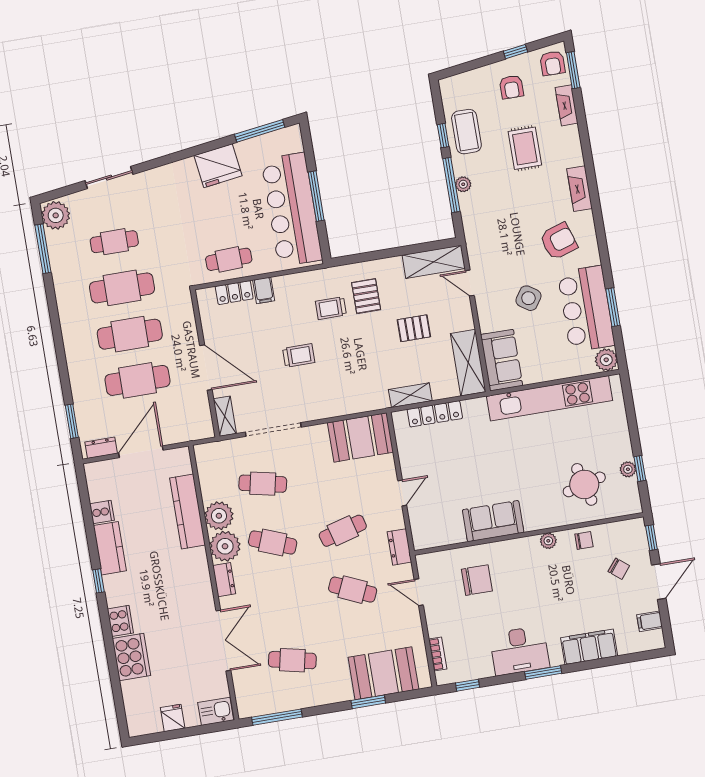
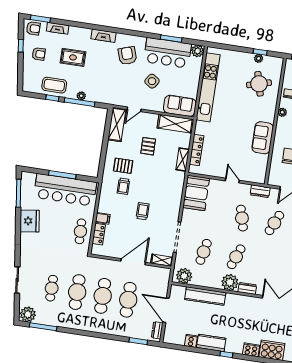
plant: (219, 516) -> (184, 276), moved

